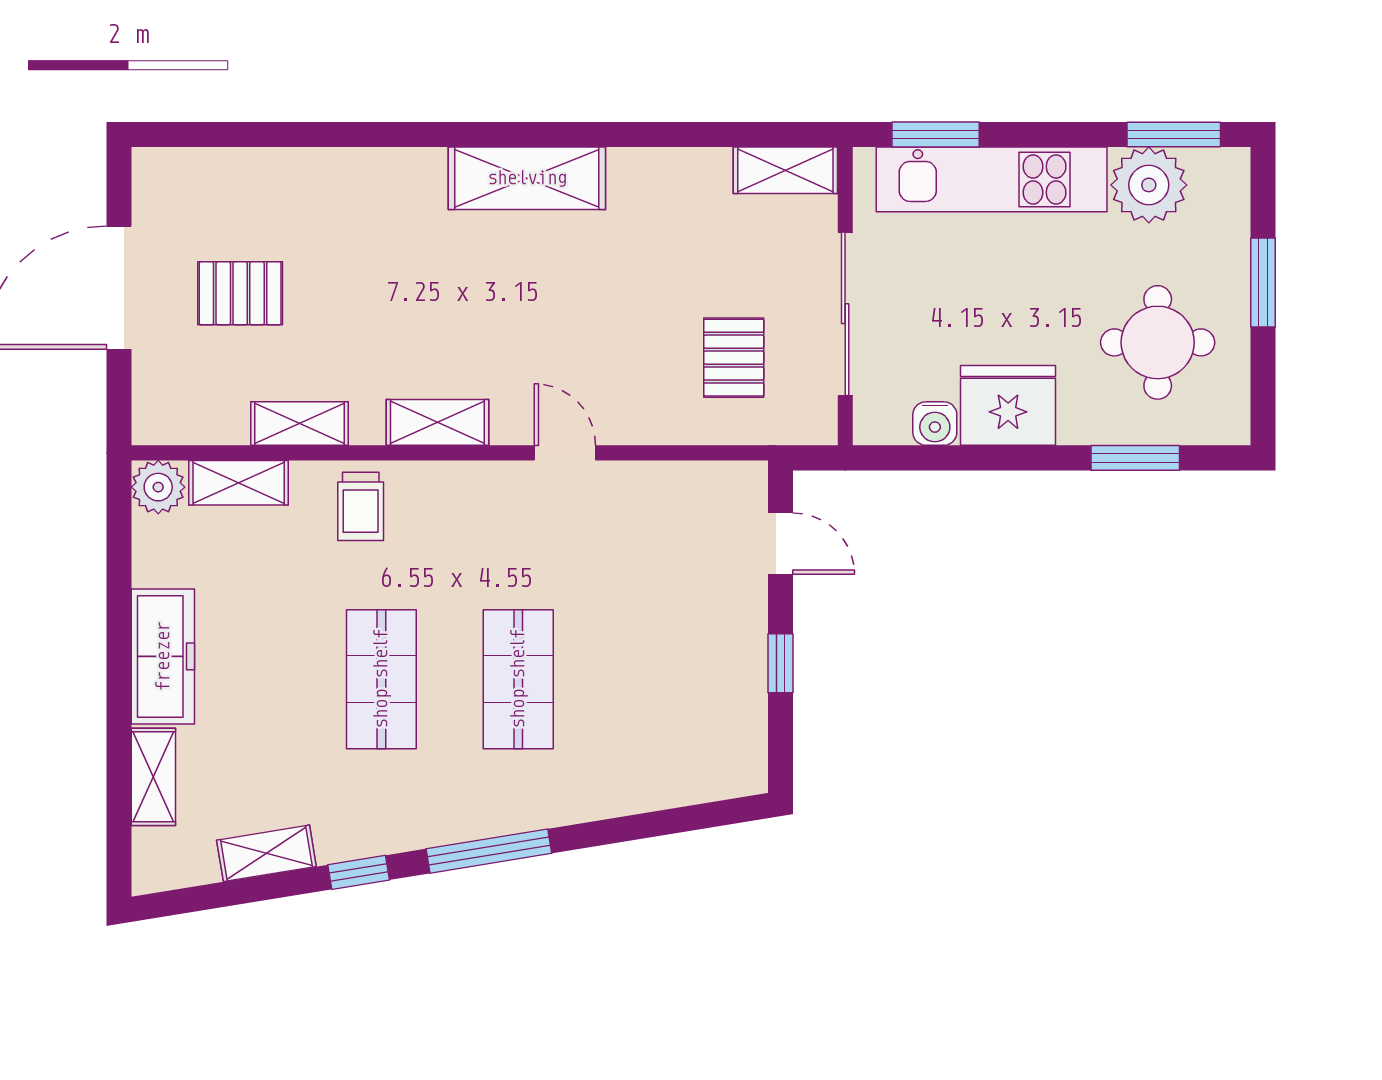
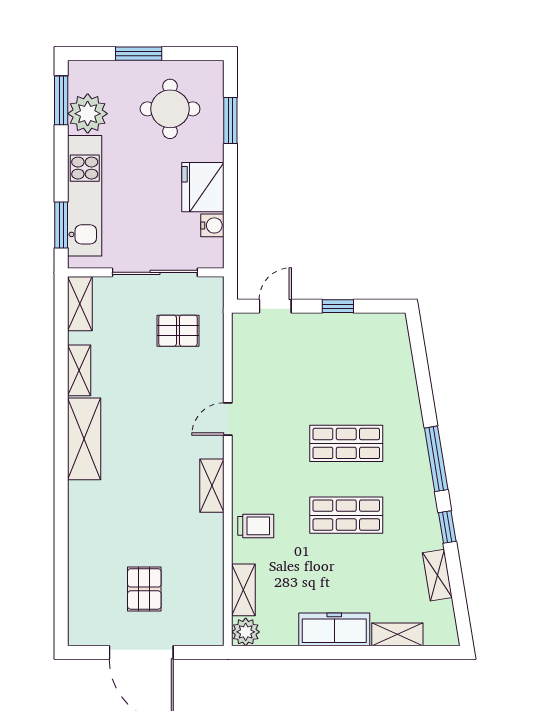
shelving: (300, 423) -> (79, 370), moved

